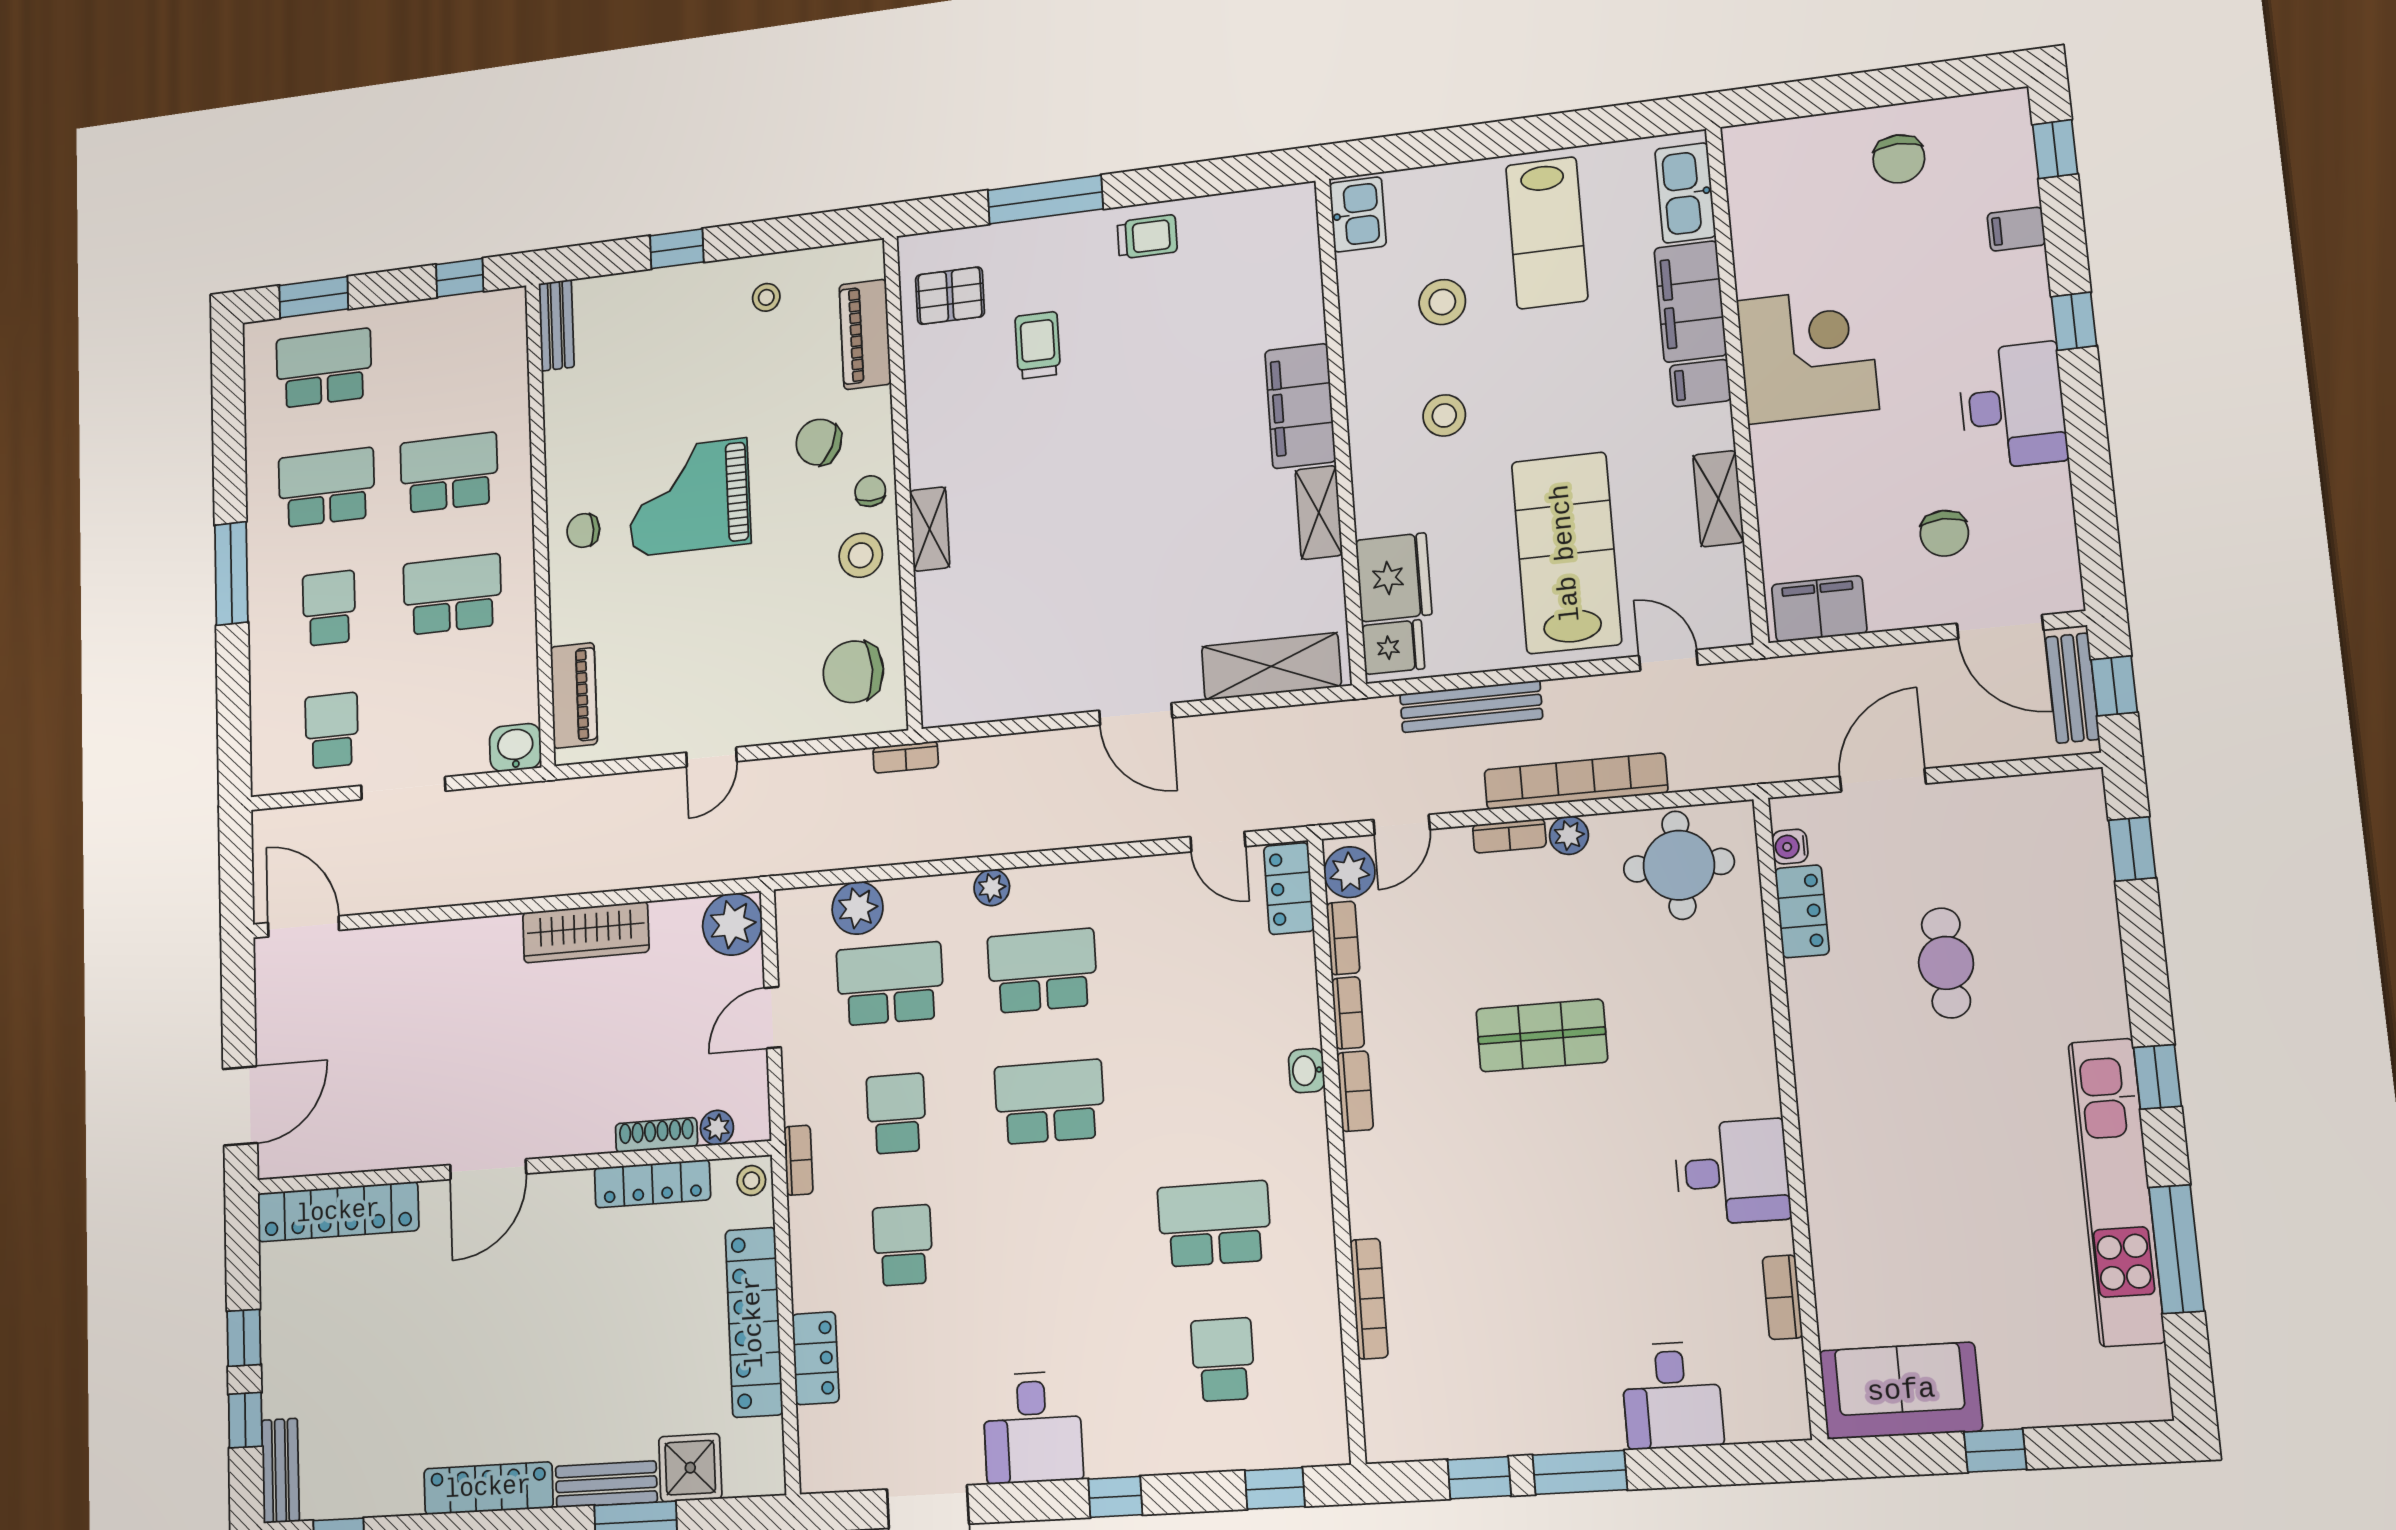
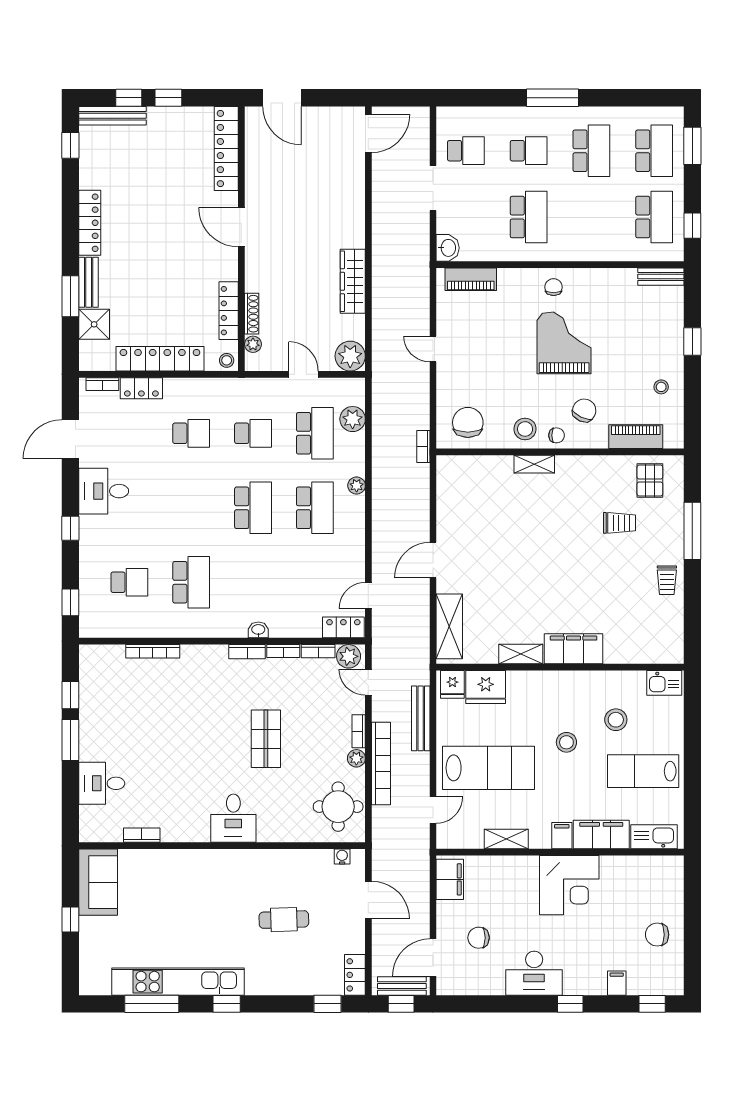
stool: (1444, 415) -> (566, 742), moved
school desk: (449, 473) -> (654, 217), moved
locker: (1802, 911) -> (355, 975), moved, turned 90
bookcase: (798, 1160) -> (102, 384), moved
desk: (1732, 1172) -> (233, 818), moved
bench: (280, 1471) -> (113, 116), width x1.36

